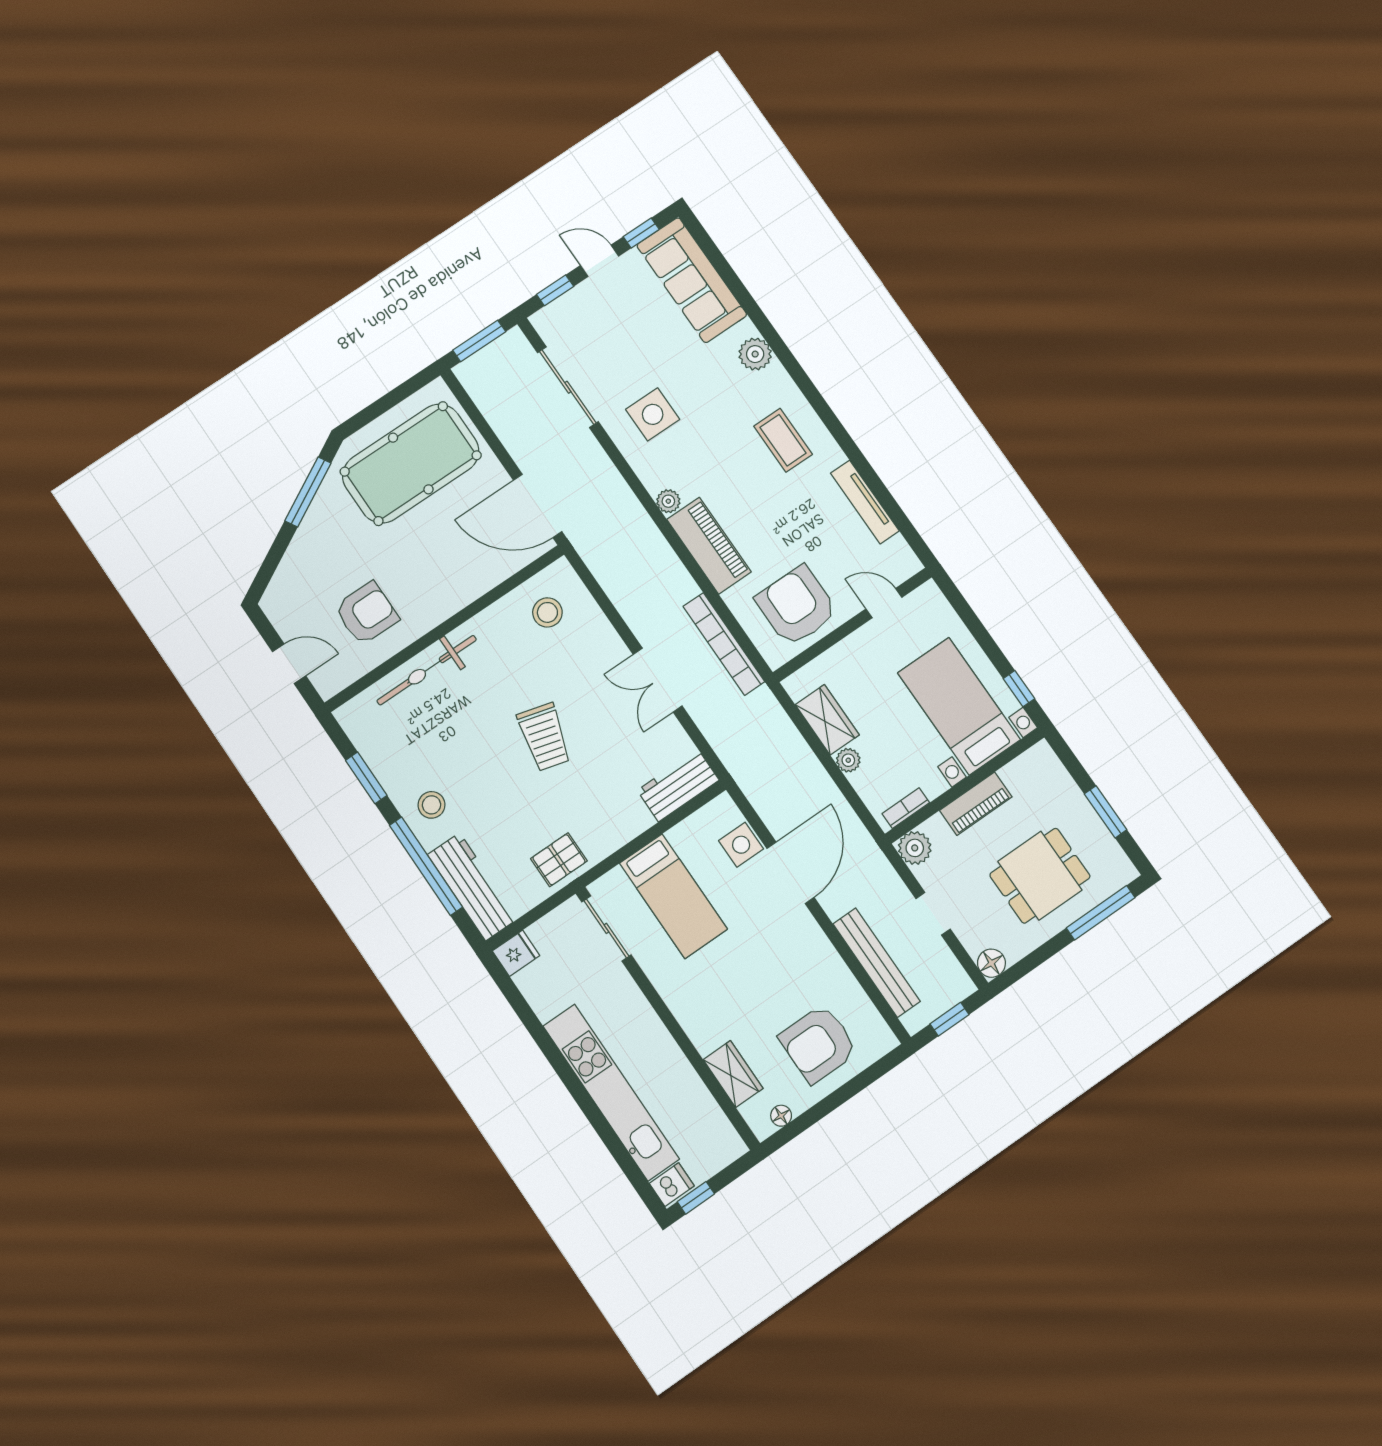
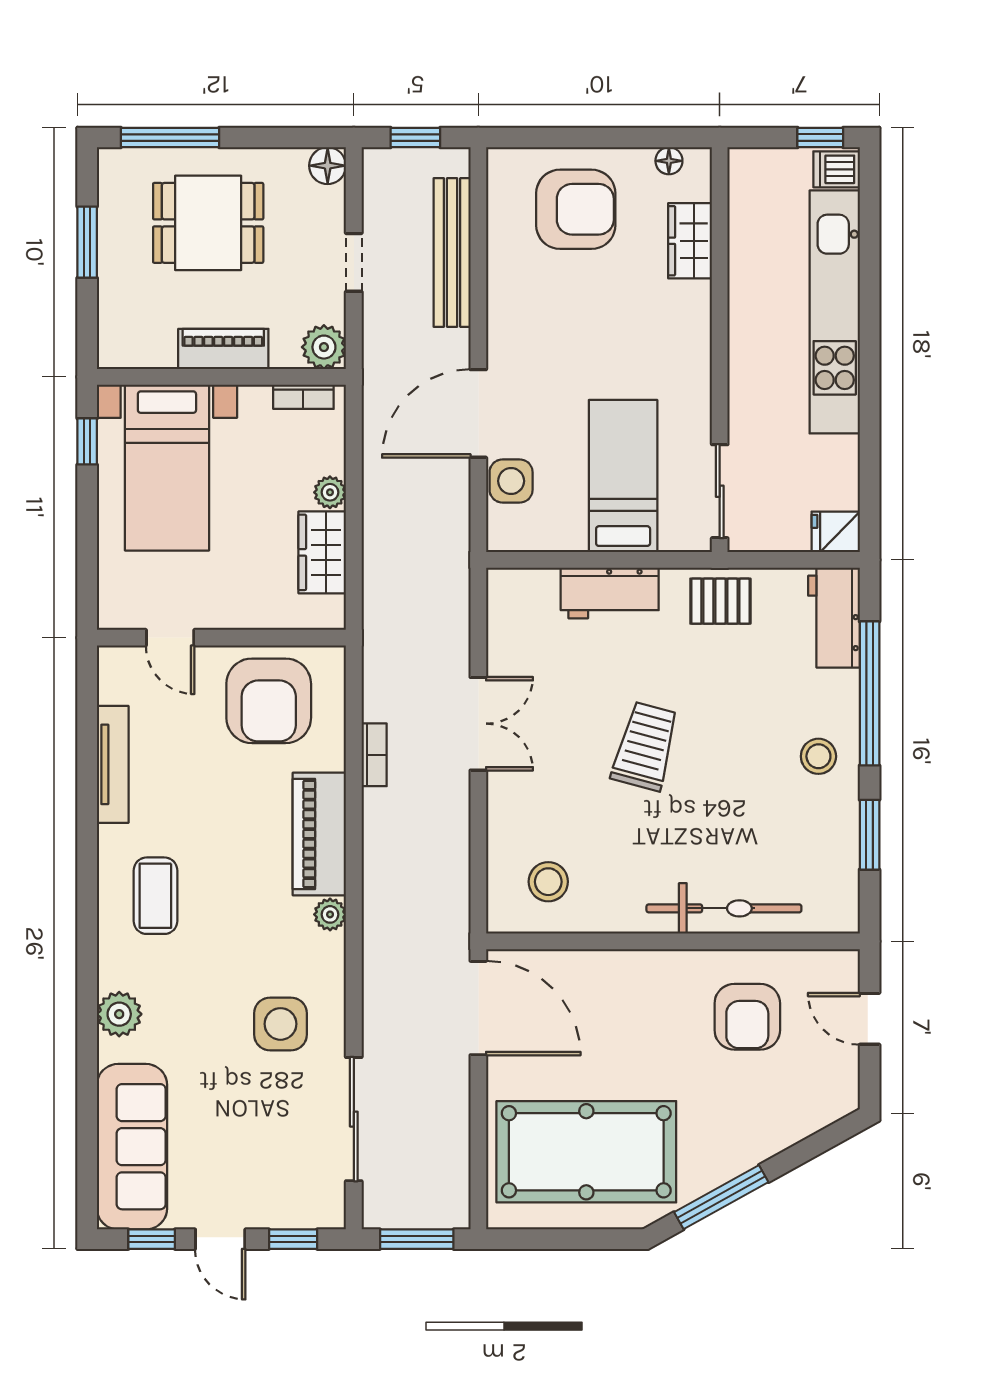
armchair: (367, 613) -> (747, 1017), turned -90
bookcase: (724, 644) -> (374, 755), width x0.43, depth x0.76
workbench: (678, 785) -> (610, 593), moved
workbench: (473, 887) -> (834, 618), width x0.73

